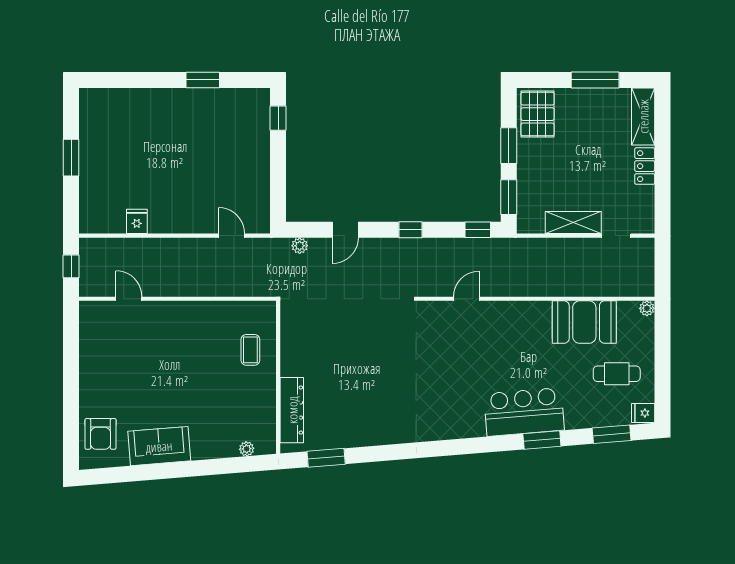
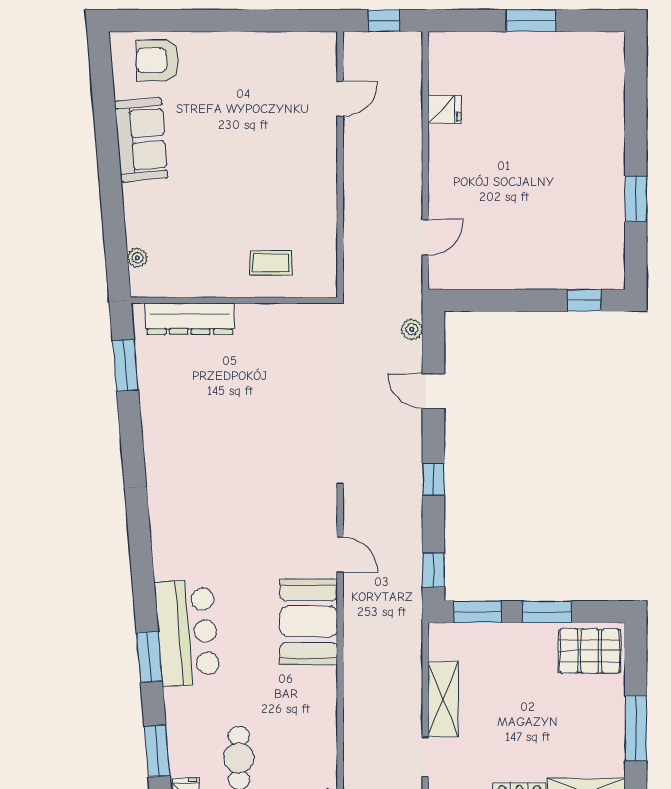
booth: (584, 322) -> (309, 622), moved

